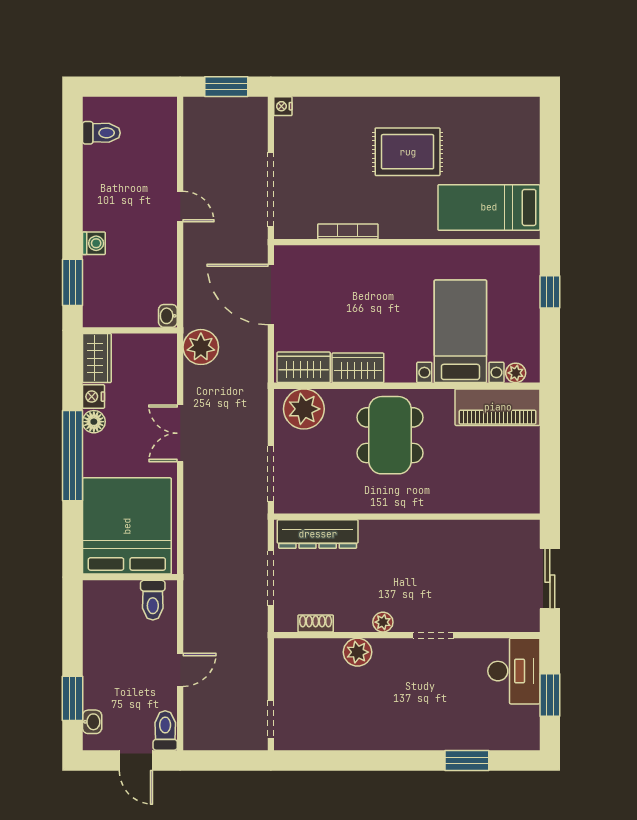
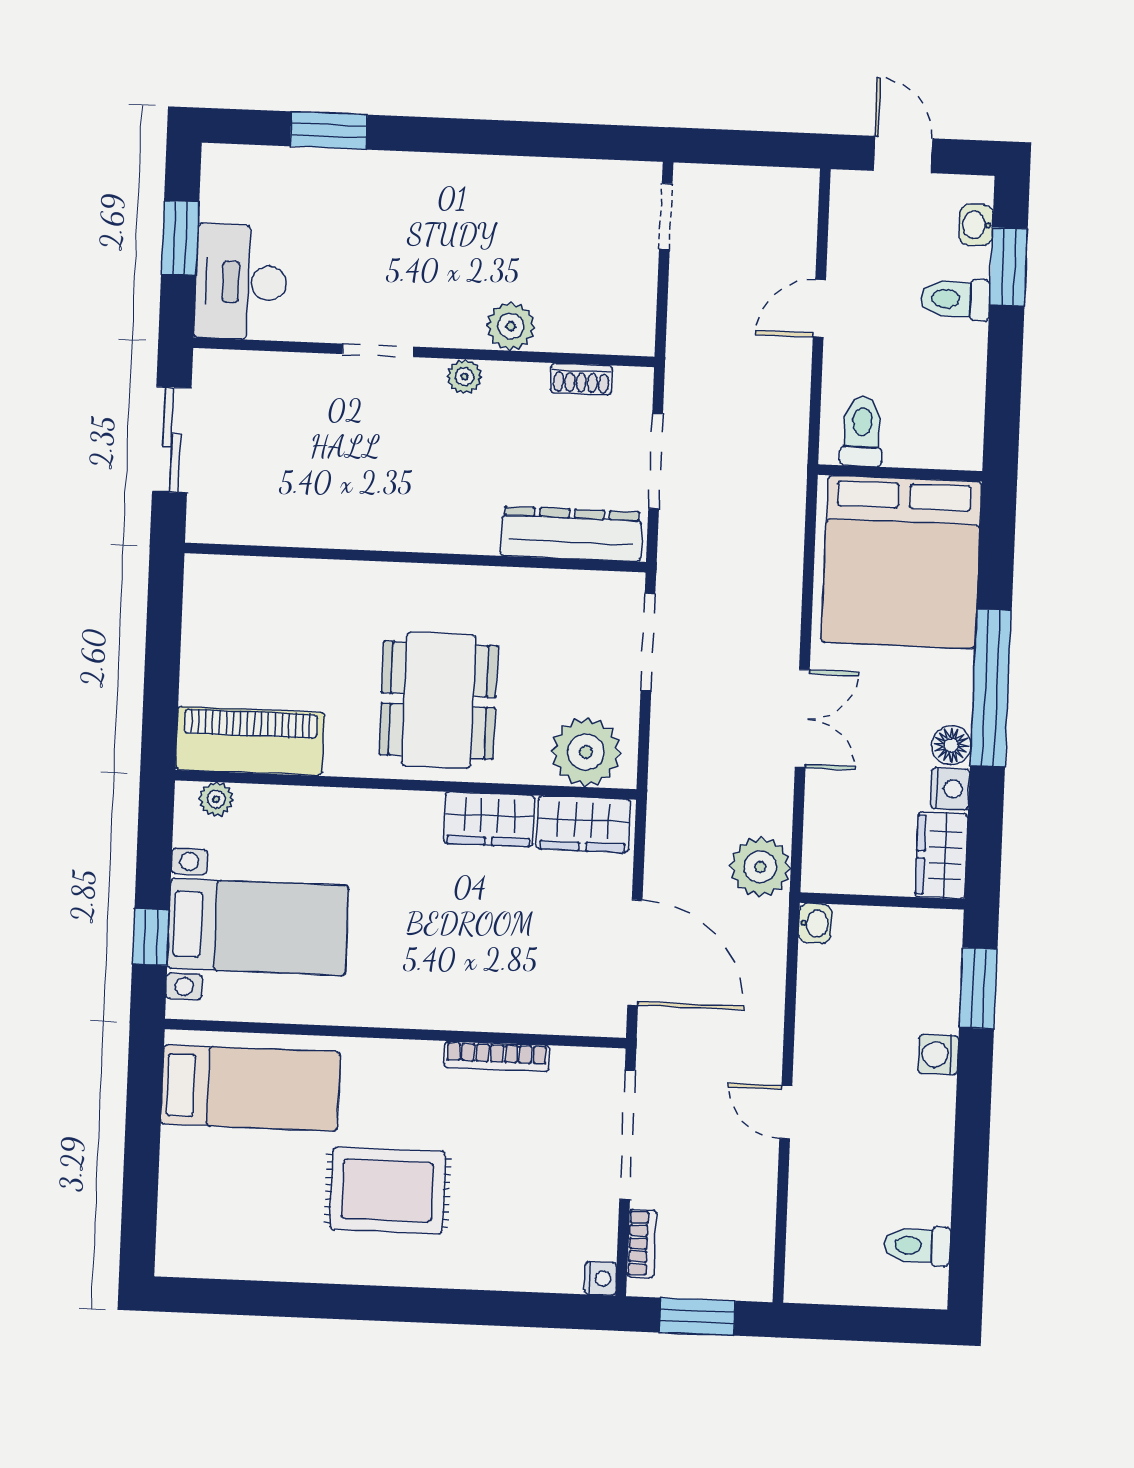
bookcase: (260, 127) -> (642, 1243), added
bed with nightstands: (460, 331) -> (258, 927), moved, turned -90
toilet: (165, 731) -> (955, 299), moved, turned 90

